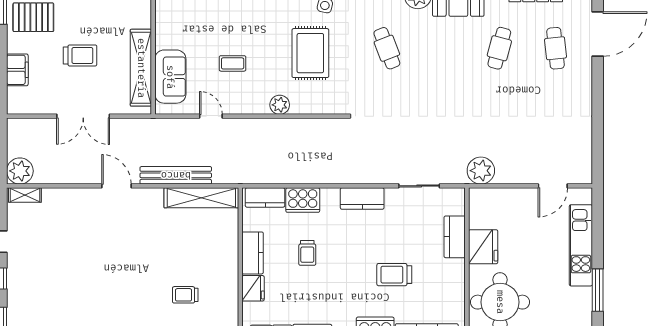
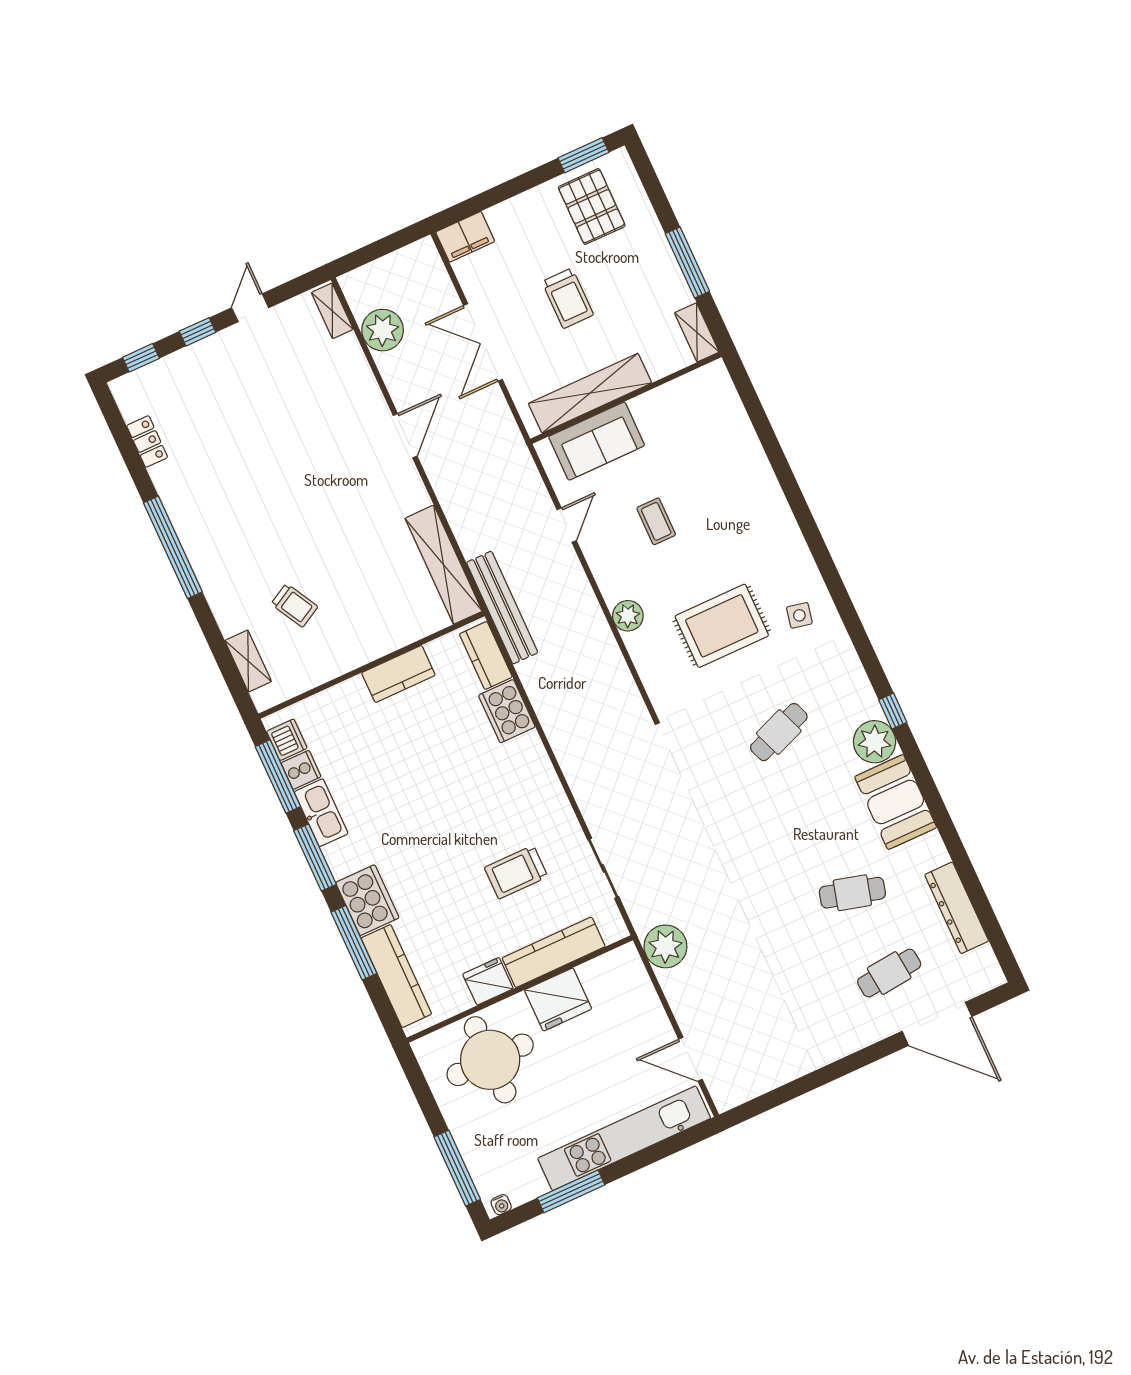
filing cabinet: (17, 70) -> (465, 237), moved
plant: (20, 171) -> (383, 330), moved
bench: (176, 175) -> (502, 608), moved
kitchen counter: (362, 199) -> (548, 795), removed
kitchen counter: (455, 237) -> (554, 952), width x1.50
kitchen unit: (581, 245) -> (624, 1138), width x1.36
trolley: (307, 253) -> (434, 752), removed
trolley: (394, 275) -> (516, 872), moved, turned -90
fridge: (253, 288) -> (488, 981), moved, turned 180
trolley: (185, 295) -> (294, 605), turned 151

